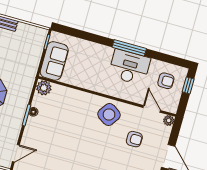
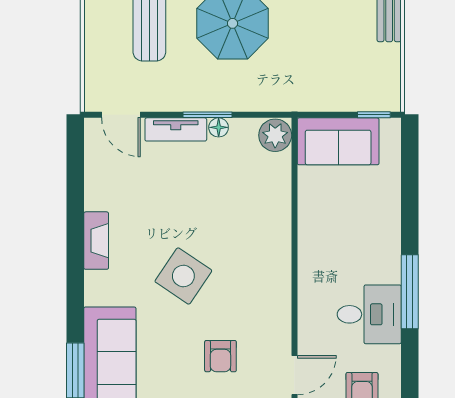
desk: (129, 67) -> (369, 314), width x0.73
side table: (109, 115) -> (183, 276), moved
tv unit: (29, 131) -> (176, 129), added

